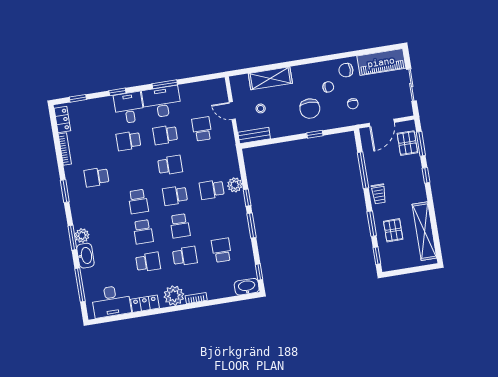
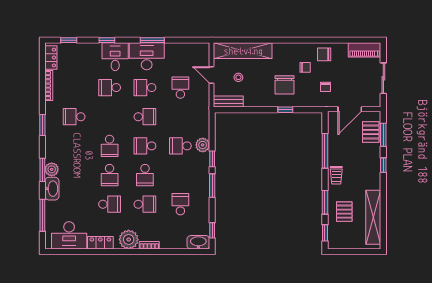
piano: (381, 62) -> (365, 50), width x0.73, depth x0.75
shelving: (270, 78) -> (243, 51), width x1.47

